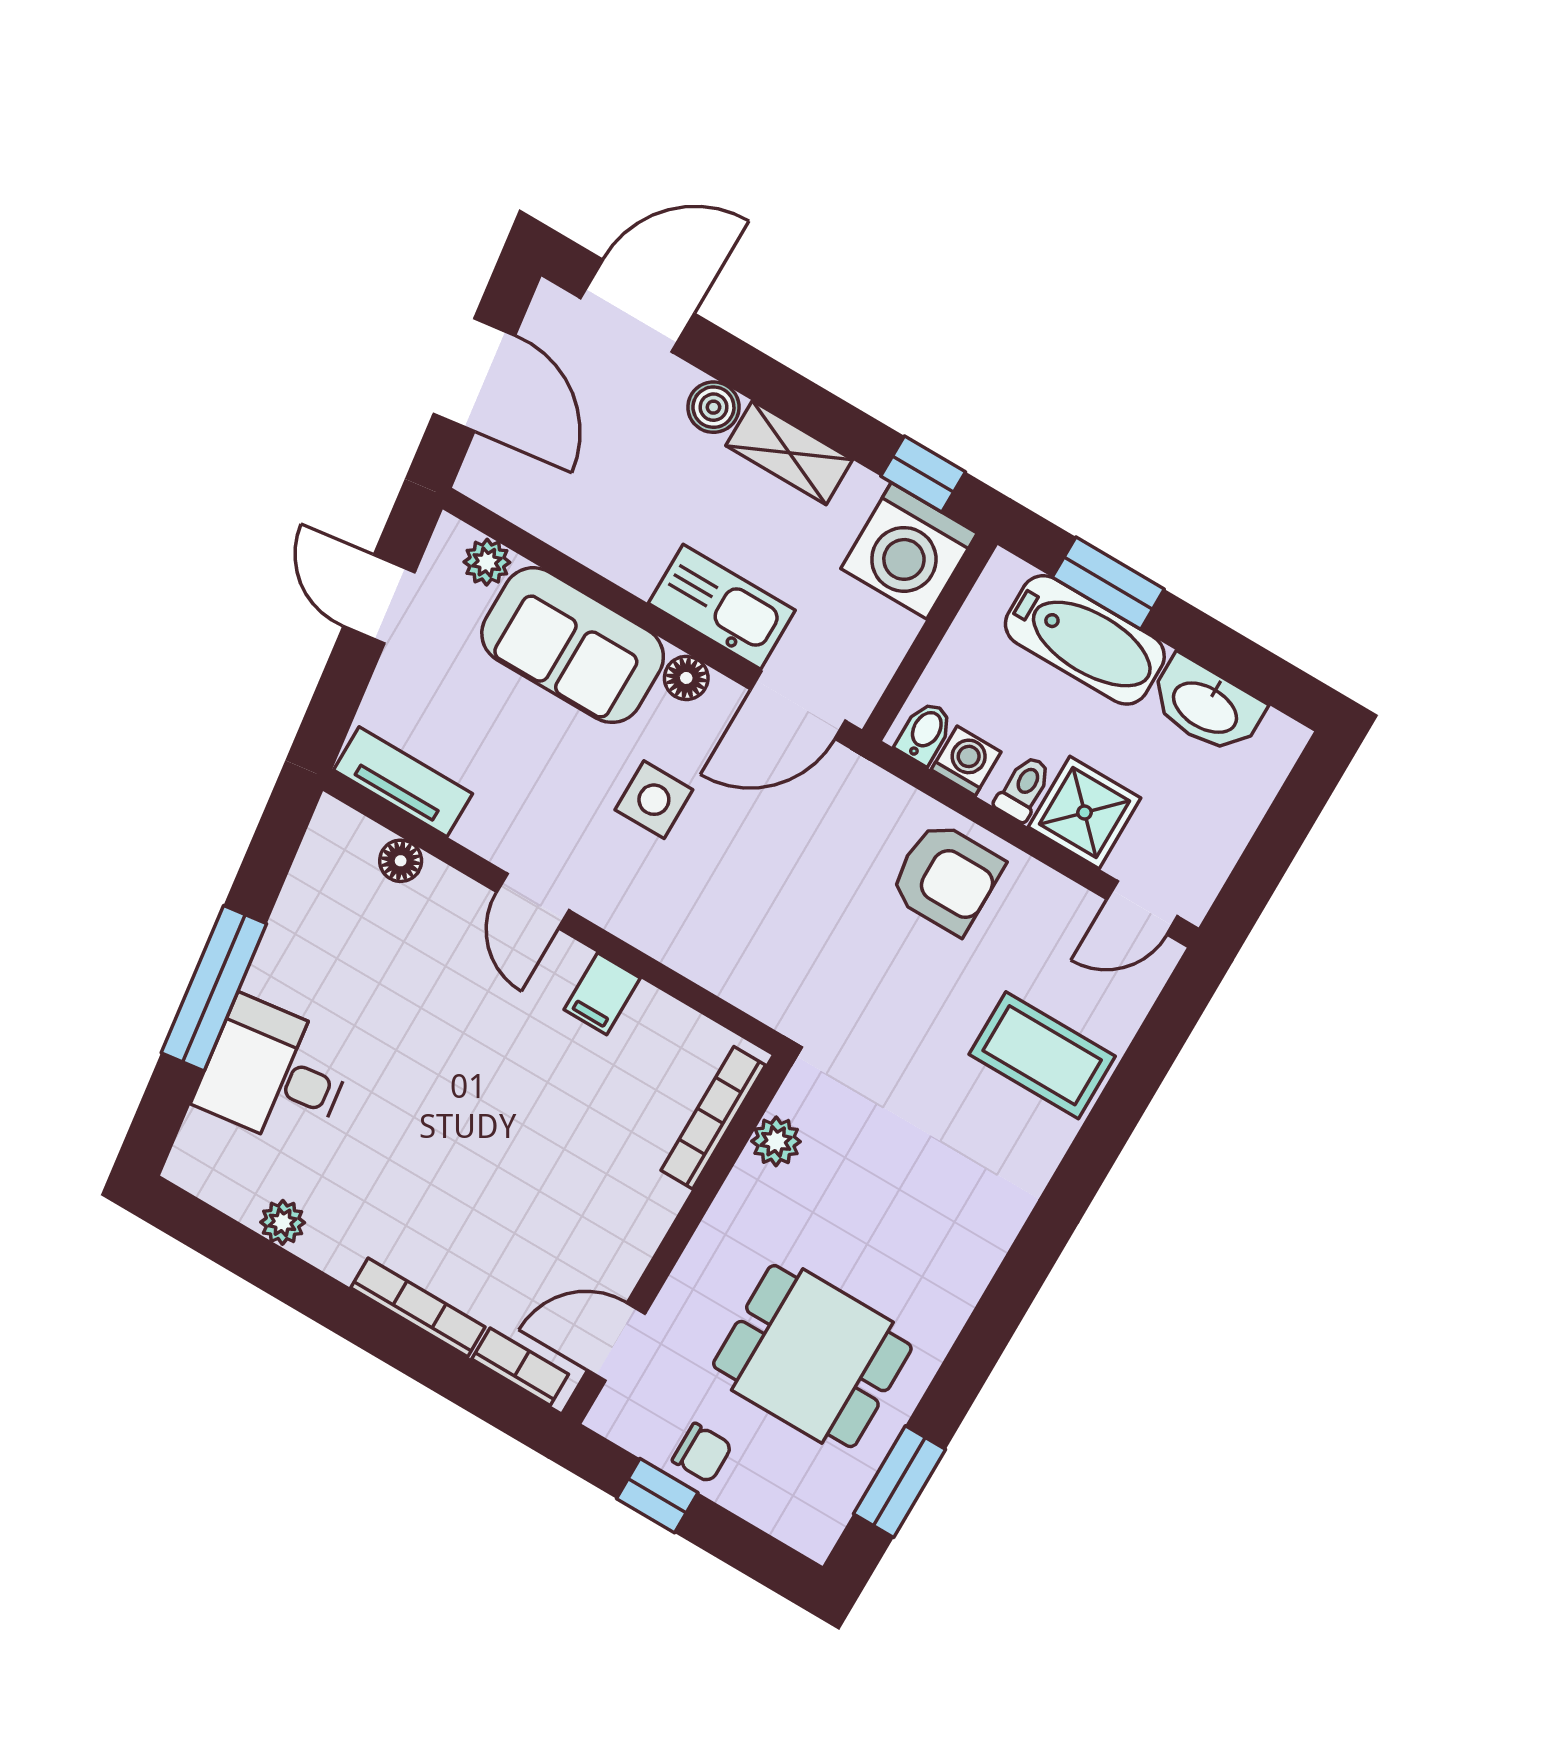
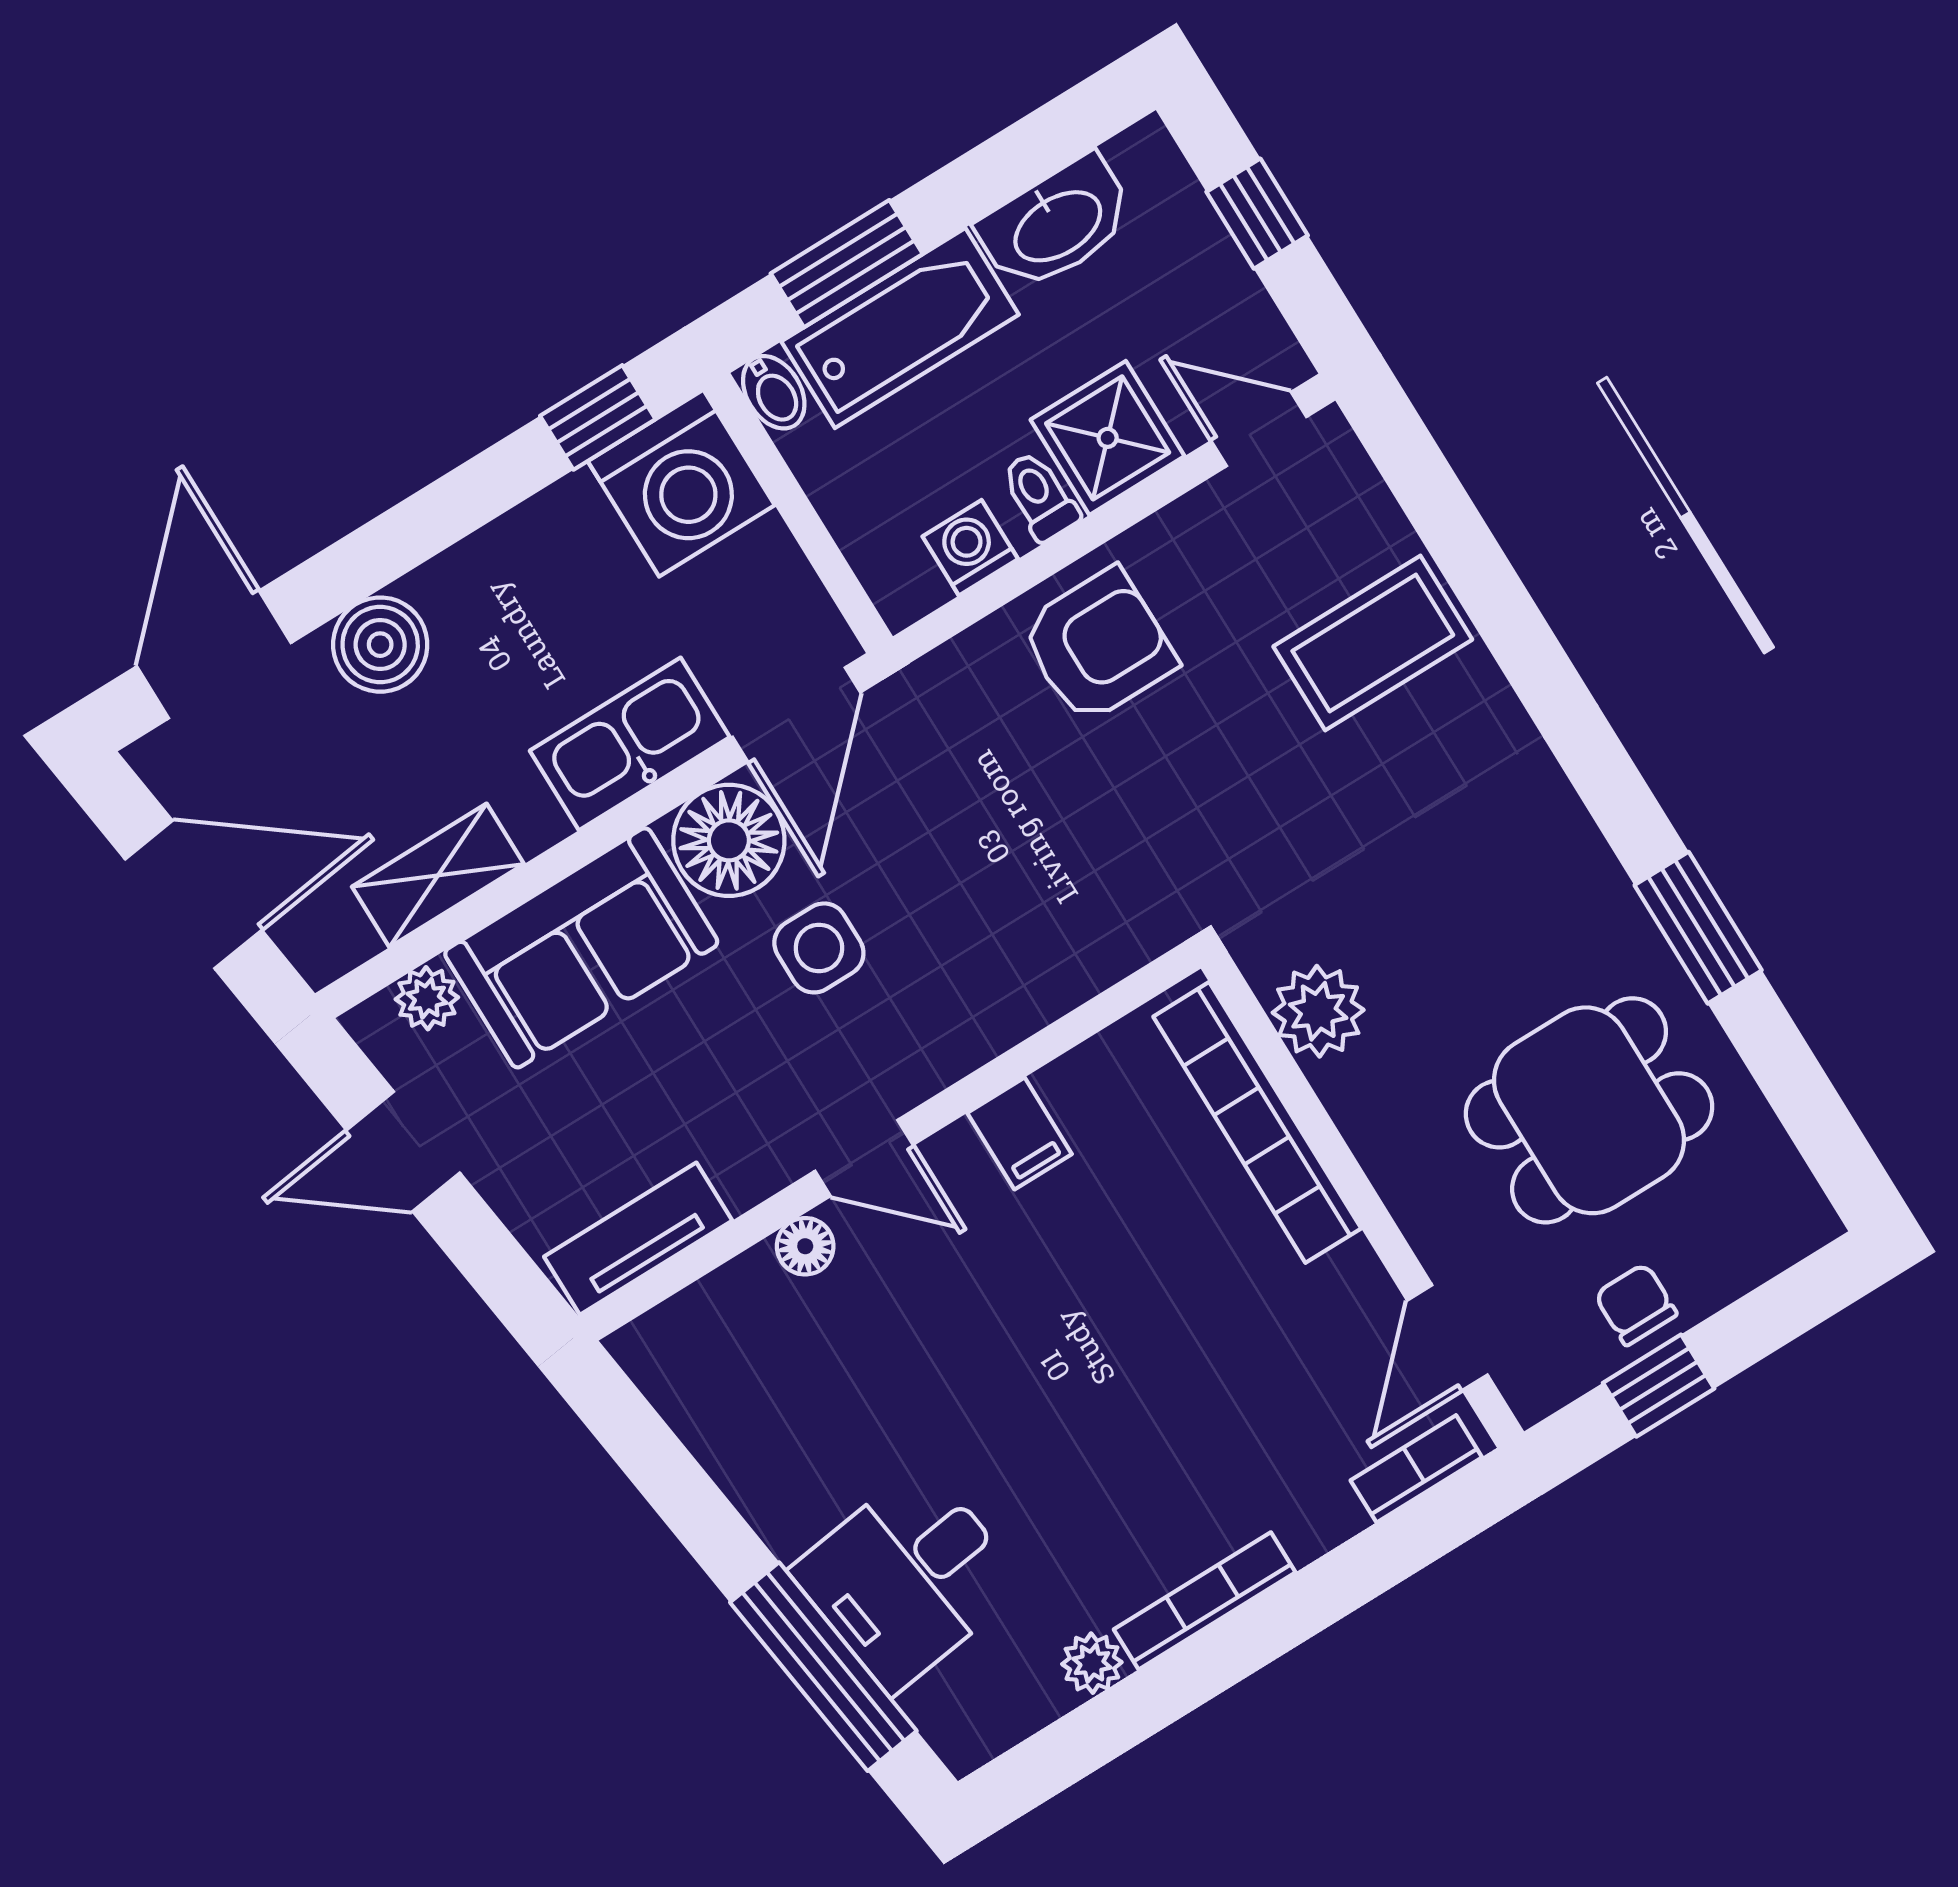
boiler: (713, 407) -> (380, 645), width x1.36, depth x1.36
shelving: (789, 453) -> (438, 875), moved
floor lamp: (686, 678) -> (729, 840), width x1.89, depth x1.89
bidet: (925, 733) -> (774, 392), moved, turned 180
window: (1282, 833) -> (1257, 214), added
floor lamp: (401, 861) -> (805, 1246), moved
door: (1142, 908) -> (1259, 429), swing flipped
window: (214, 988) -> (823, 1667), moved
bookcase: (713, 1118) -> (1257, 1122), width x1.48, depth x1.31
plant: (776, 1141) -> (1318, 1011), width x1.38, depth x1.38
bookcase: (418, 1307) -> (1205, 1601), moved
chair: (702, 1453) -> (1636, 1304), turned -90
window: (899, 1482) -> (1698, 928), moved

